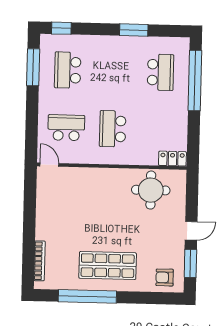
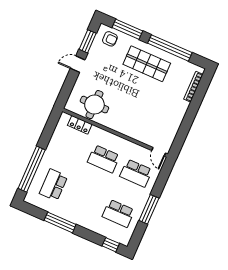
window: (134, 30) -> (60, 222), width x1.44
window: (33, 67) -> (149, 209), moved
school desk: (68, 70) -> (118, 213), turned 90
school desk: (113, 129) -> (104, 159), turned 90
locker: (172, 159) -> (80, 125), moved
window: (148, 298) -> (127, 29), added

